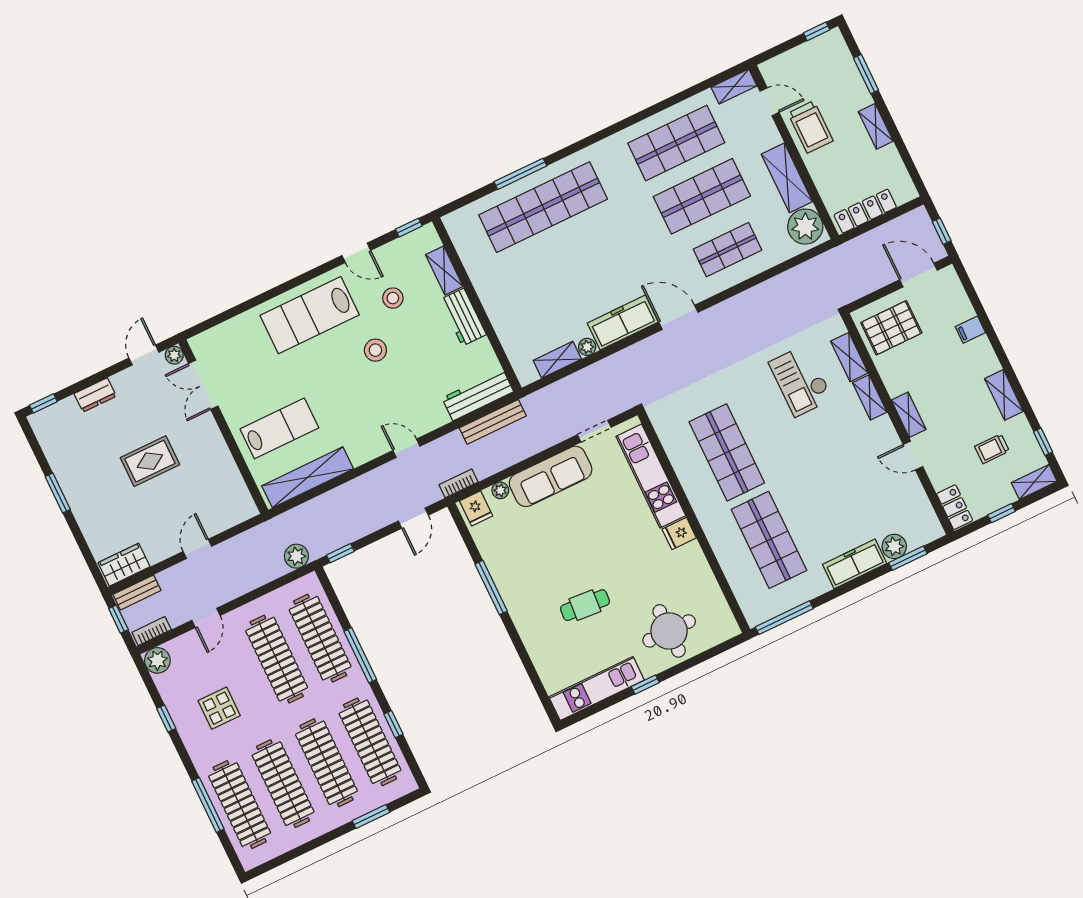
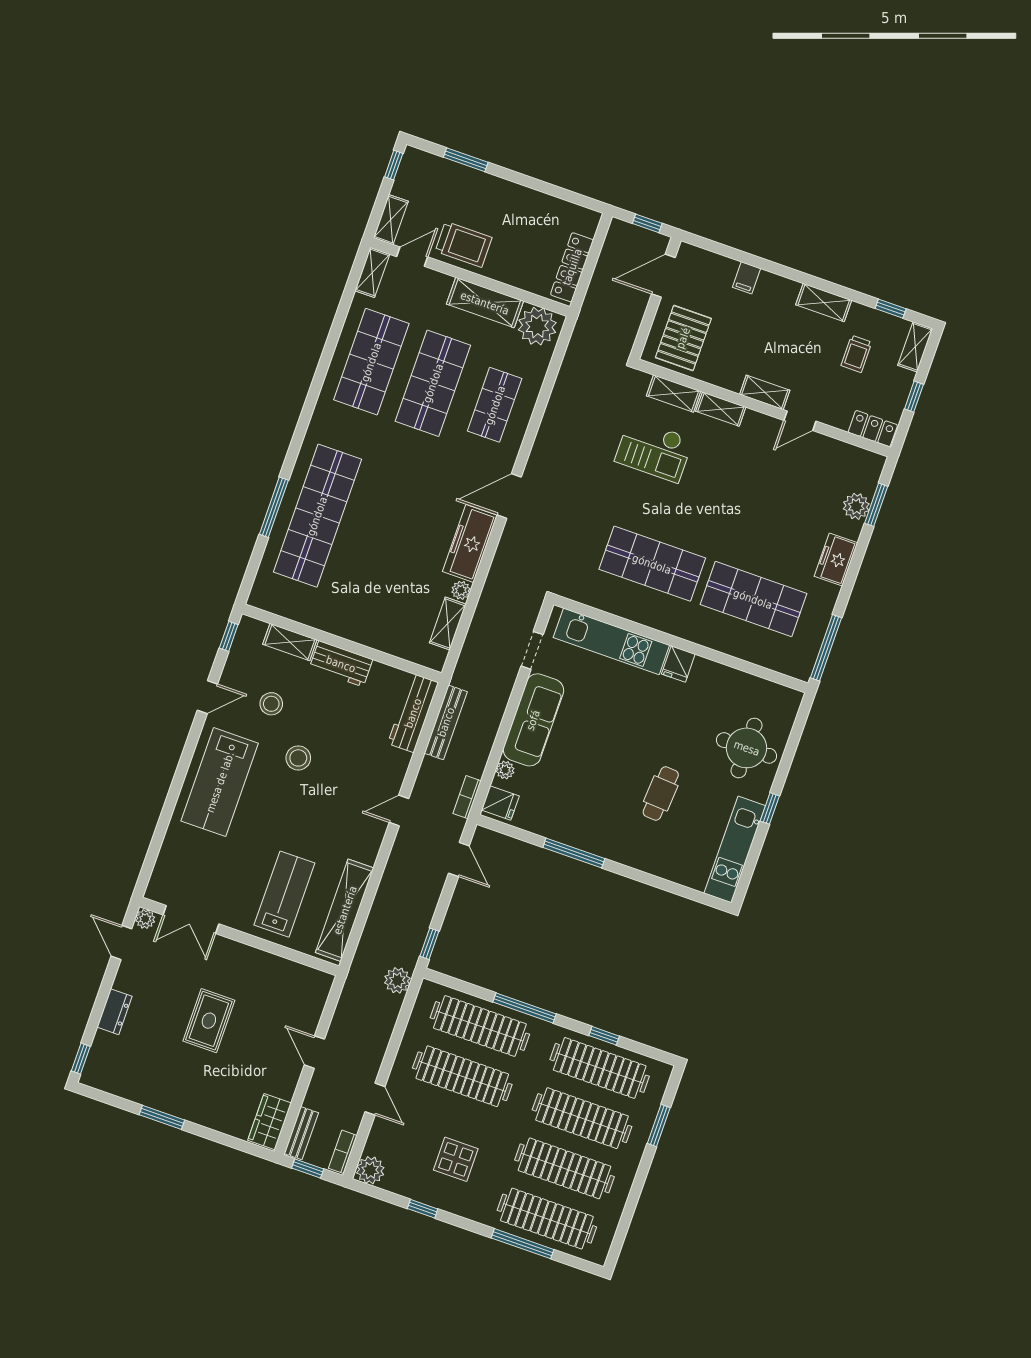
shelving: (876, 126) -> (391, 220), moved, turned 90
freezer: (855, 564) -> (836, 559), width x0.71

